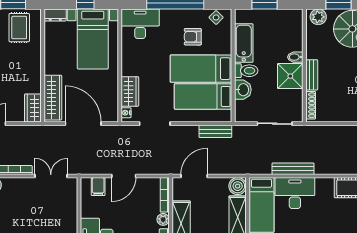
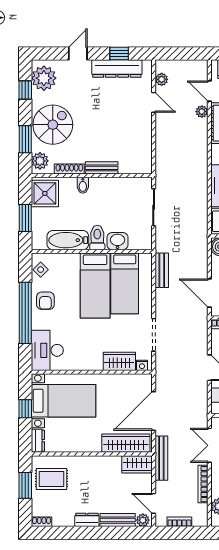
armchair: (193, 37) -> (45, 301), moved
shower: (290, 76) -> (45, 193), moved
shoe rack: (311, 105) -> (69, 169), moved
bench: (293, 169) -> (161, 458), moved

